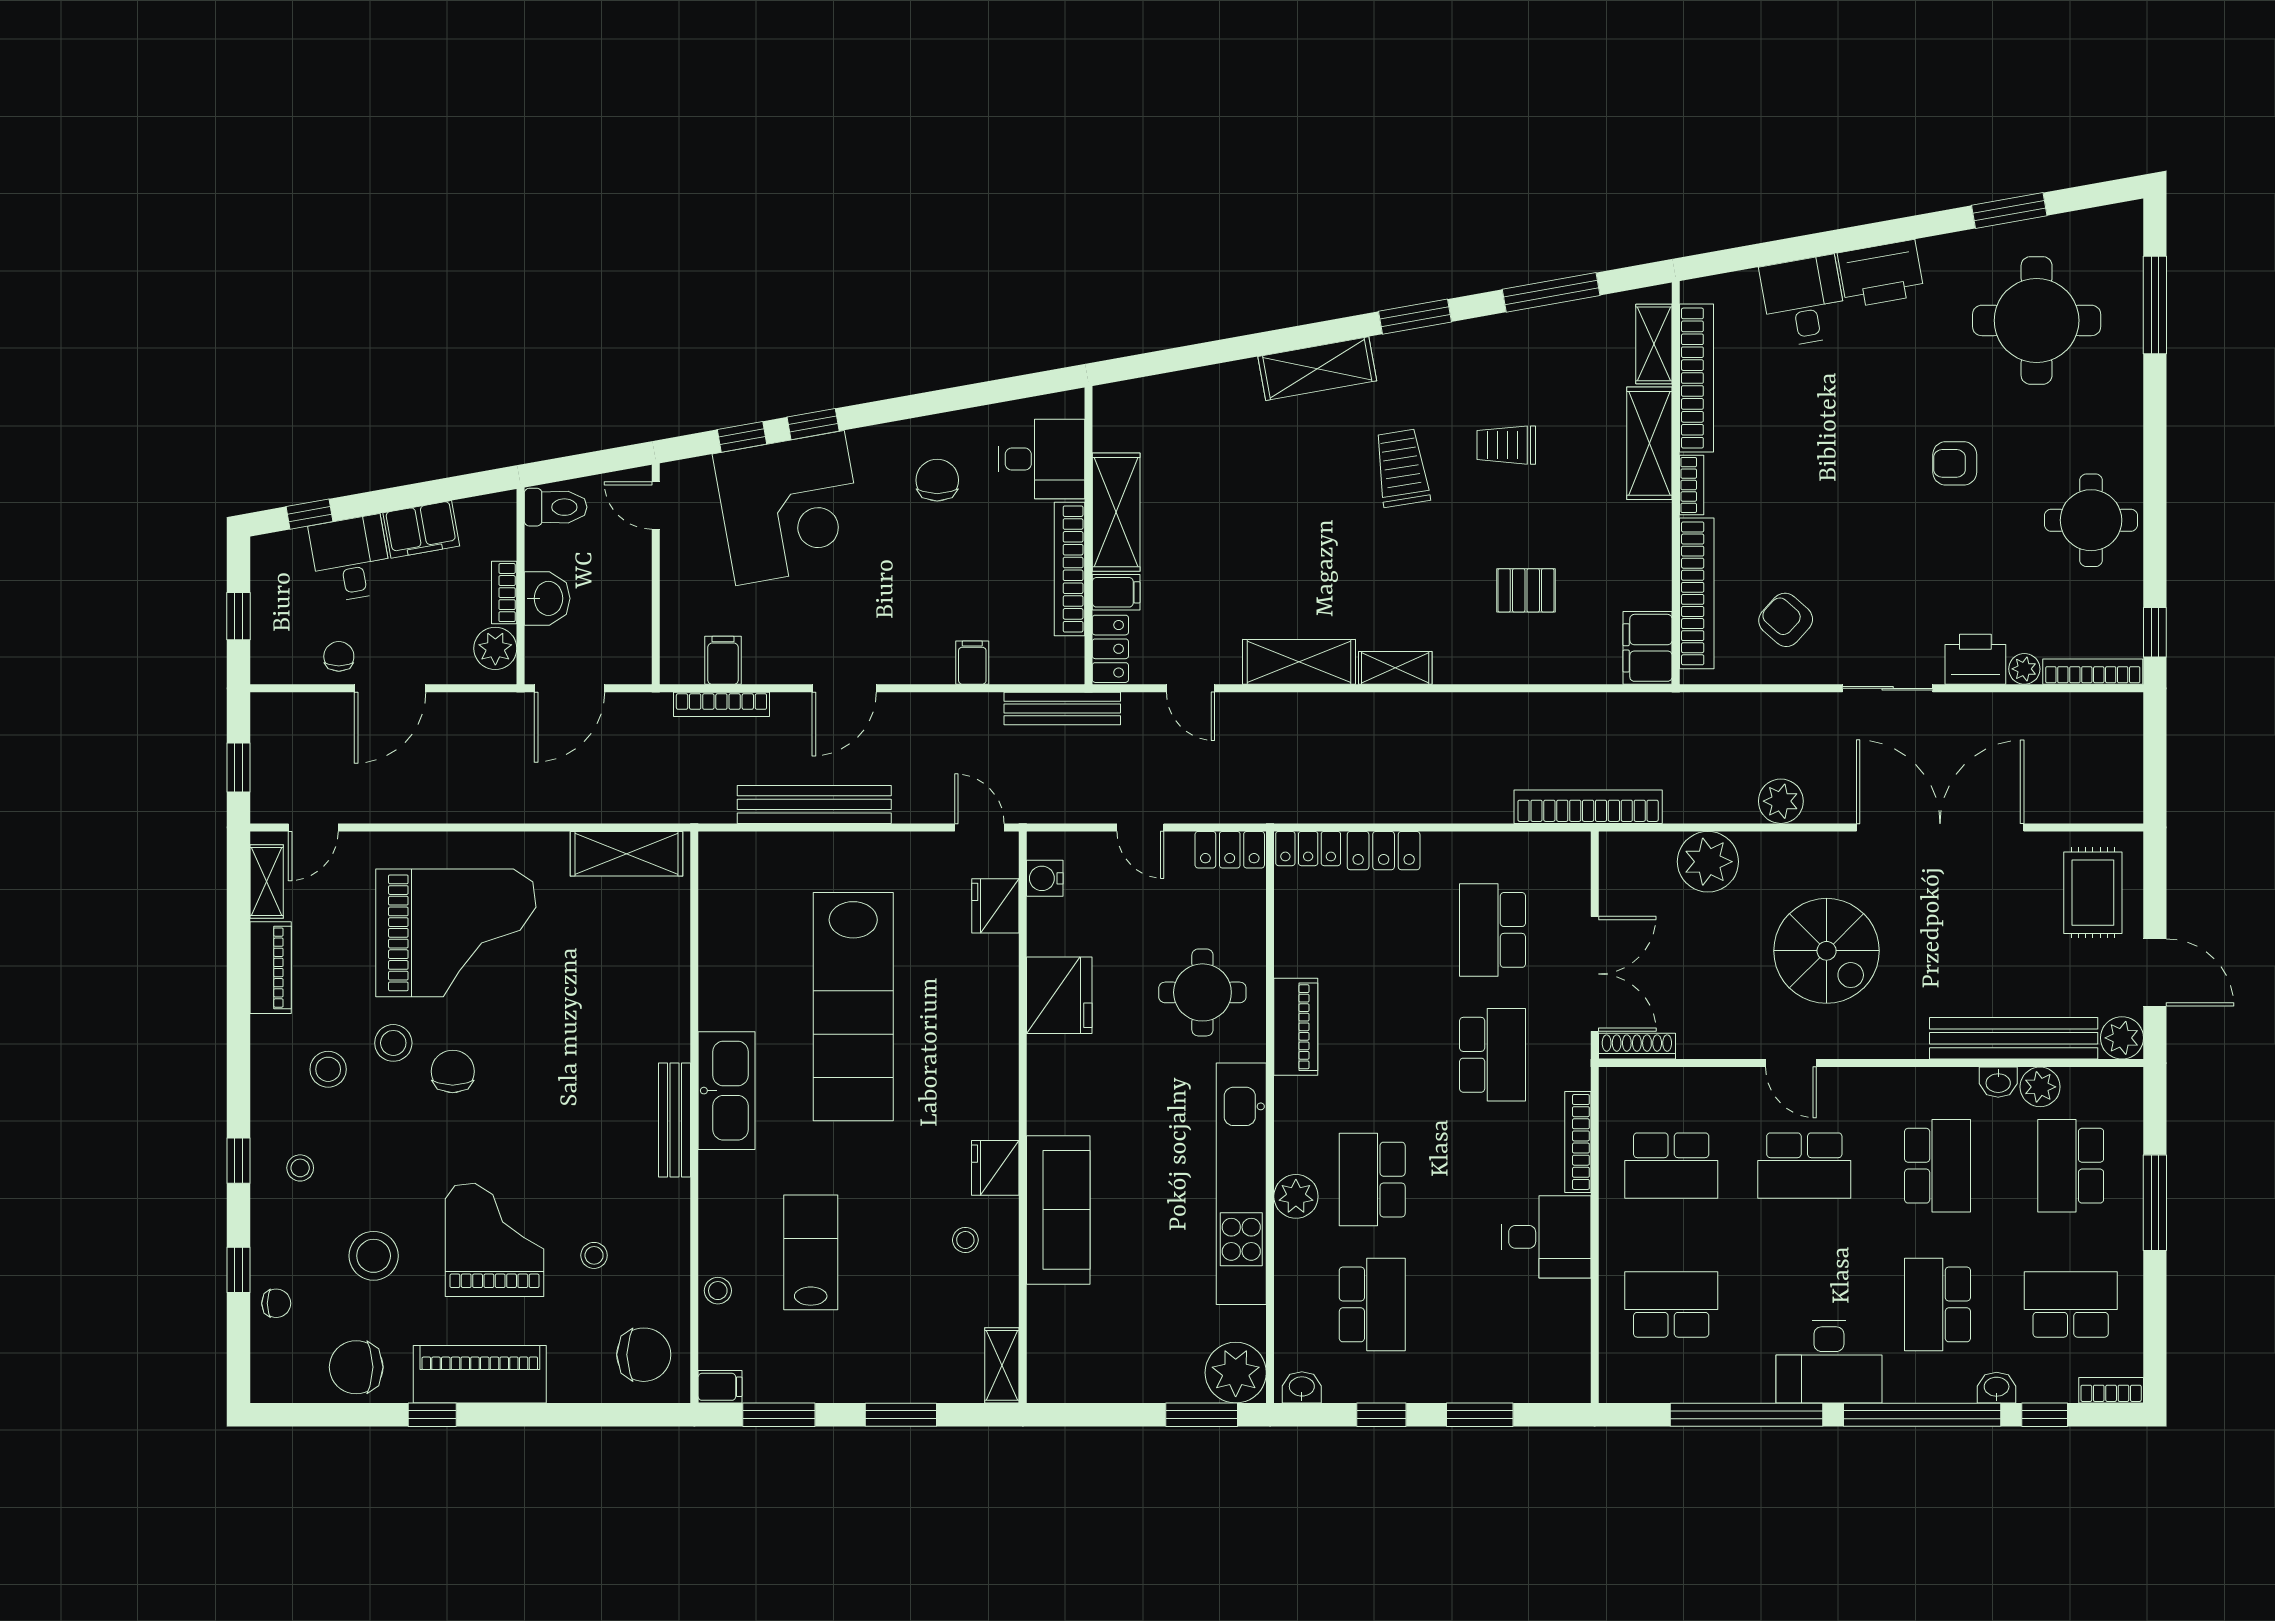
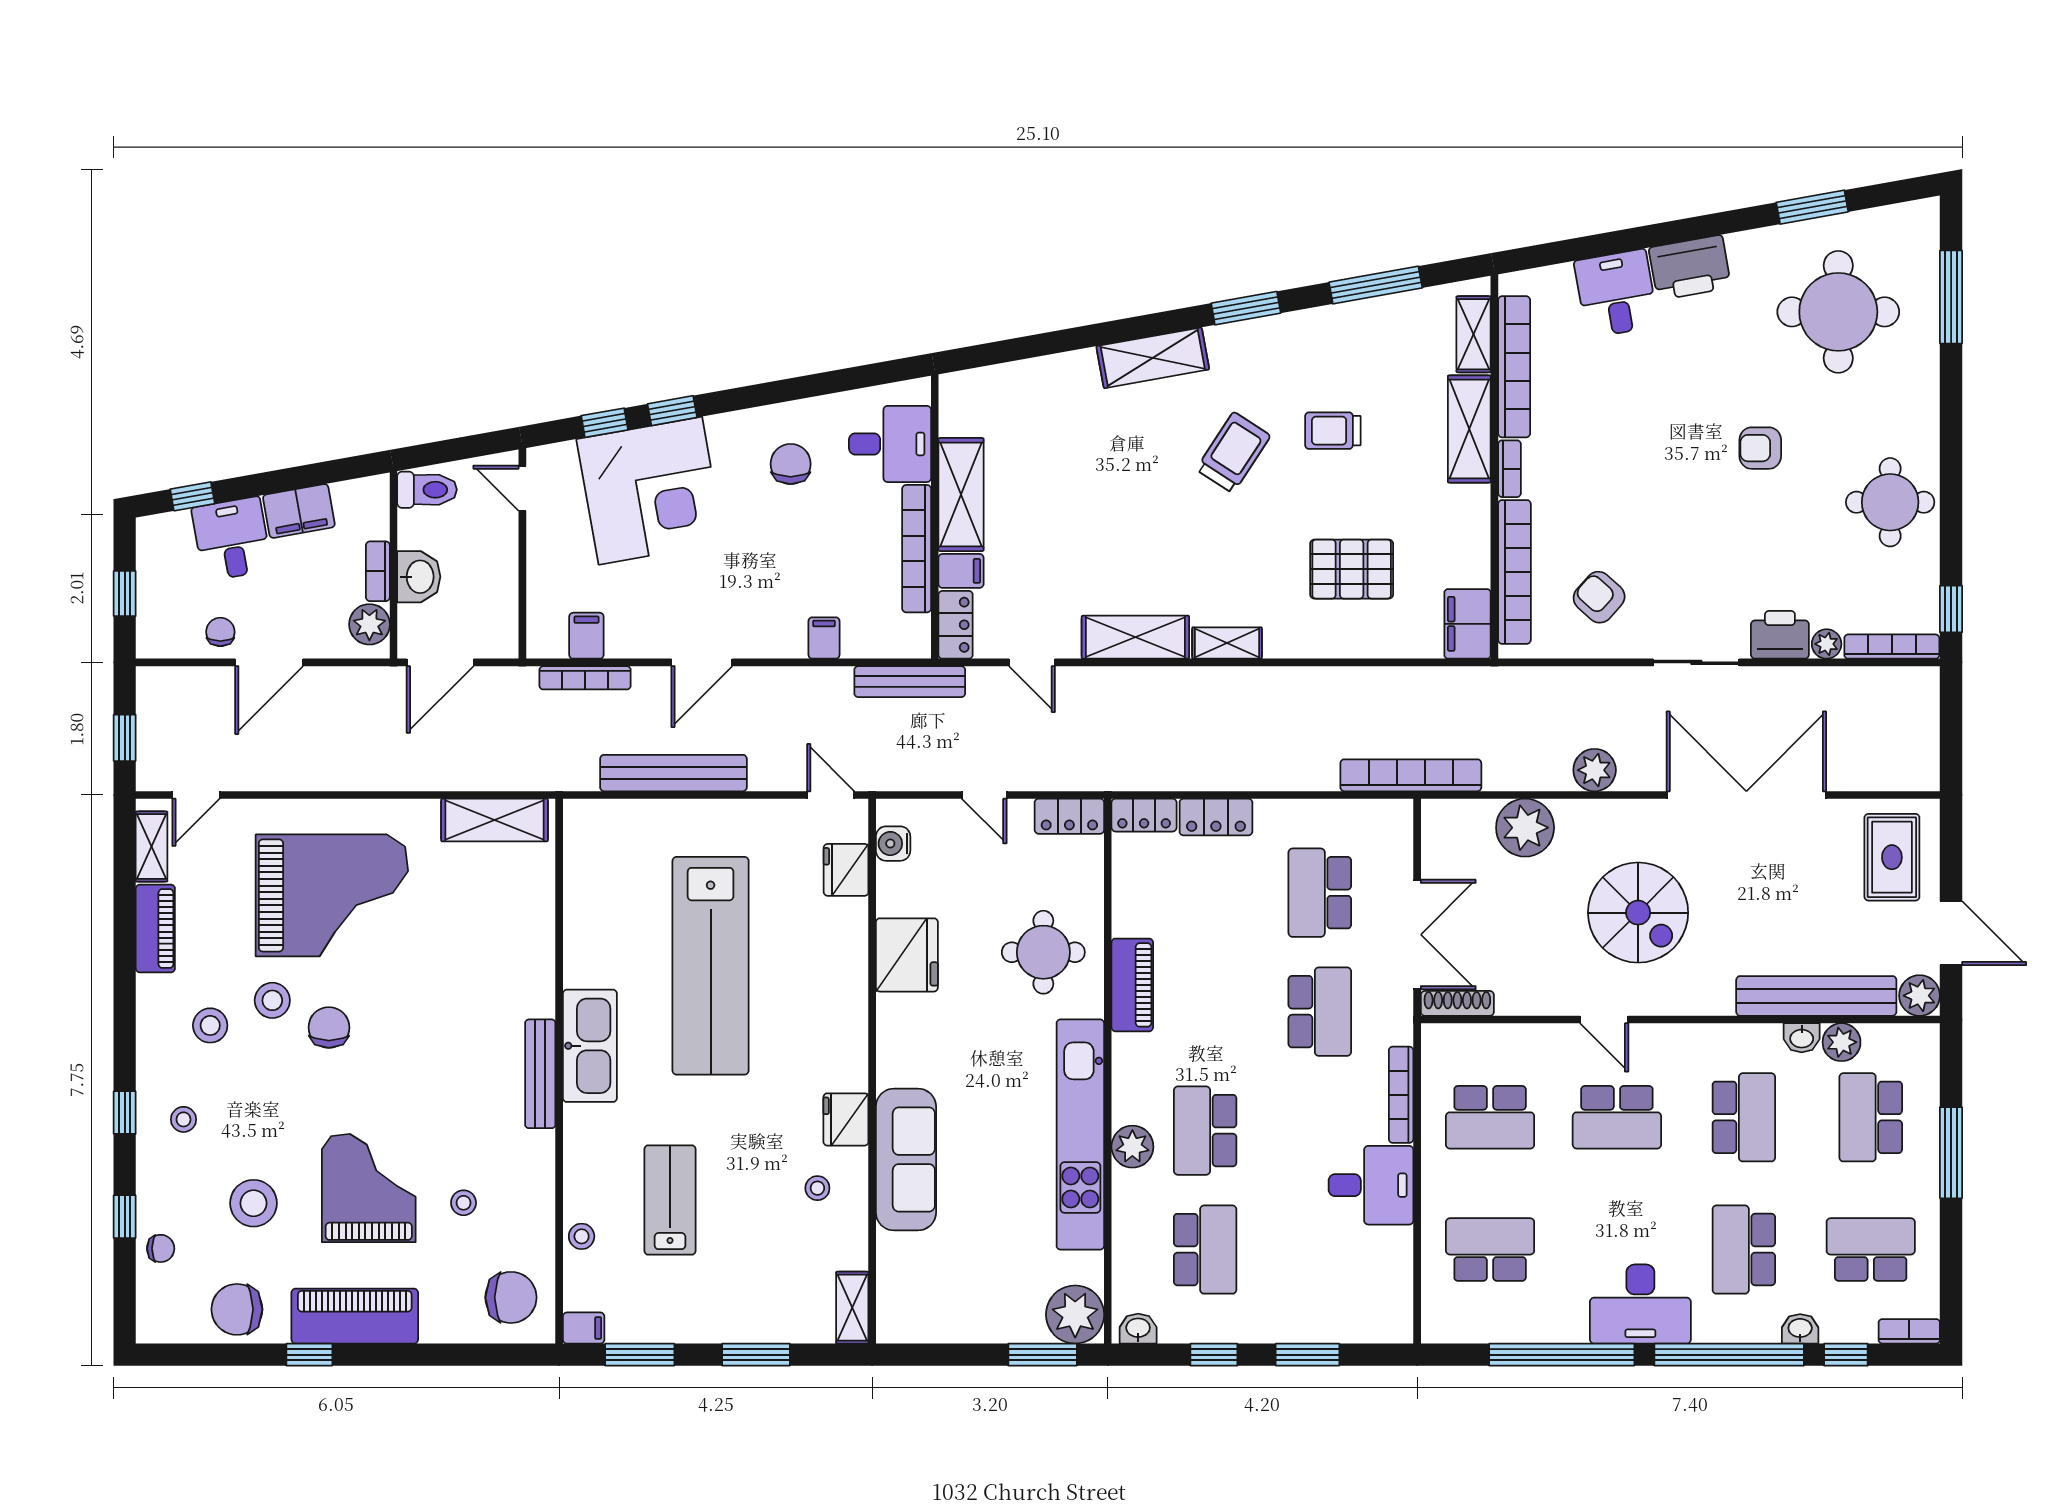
trolley: (1402, 468) -> (1233, 453), turned 42
pallet: (1526, 590) -> (1352, 569), width x1.50, depth x1.42

